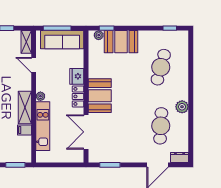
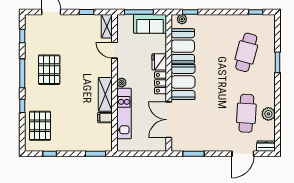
sofa: (62, 40) -> (150, 24), width x0.73
booth: (121, 42) -> (183, 46), moved, turned 90
window: (191, 77) -> (277, 62), added
plant: (182, 107) -> (268, 114), moved

